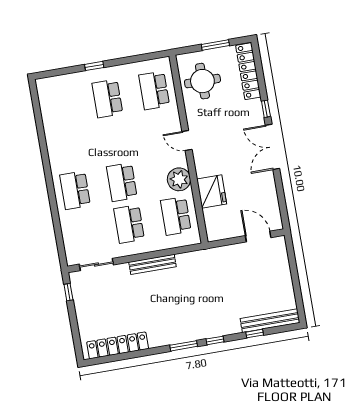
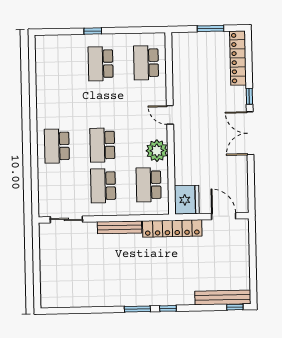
round table: (202, 81) -> (193, 61), removed
fridge: (212, 191) -> (187, 200), moved
window: (68, 292) -> (36, 242), removed
window: (255, 334) -> (235, 307), moved
locker: (118, 345) -> (172, 228), moved, turned 180

